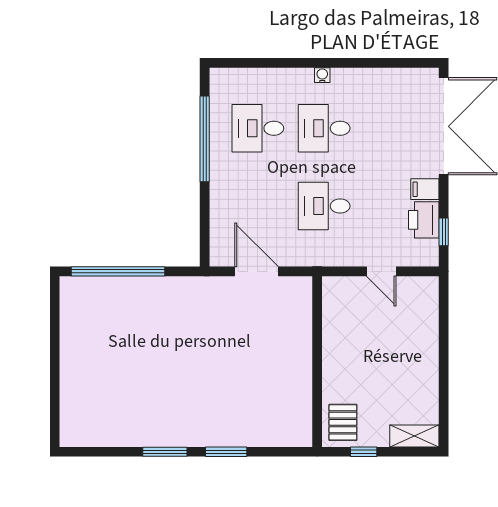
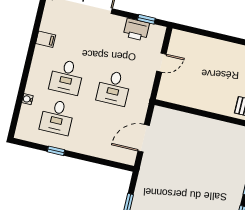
water cooler: (322, 75) -> (27, 99), moved
window: (205, 139) -> (56, 151), width x0.32
filing cabinet: (425, 189) -> (46, 39), moved, turned -90

